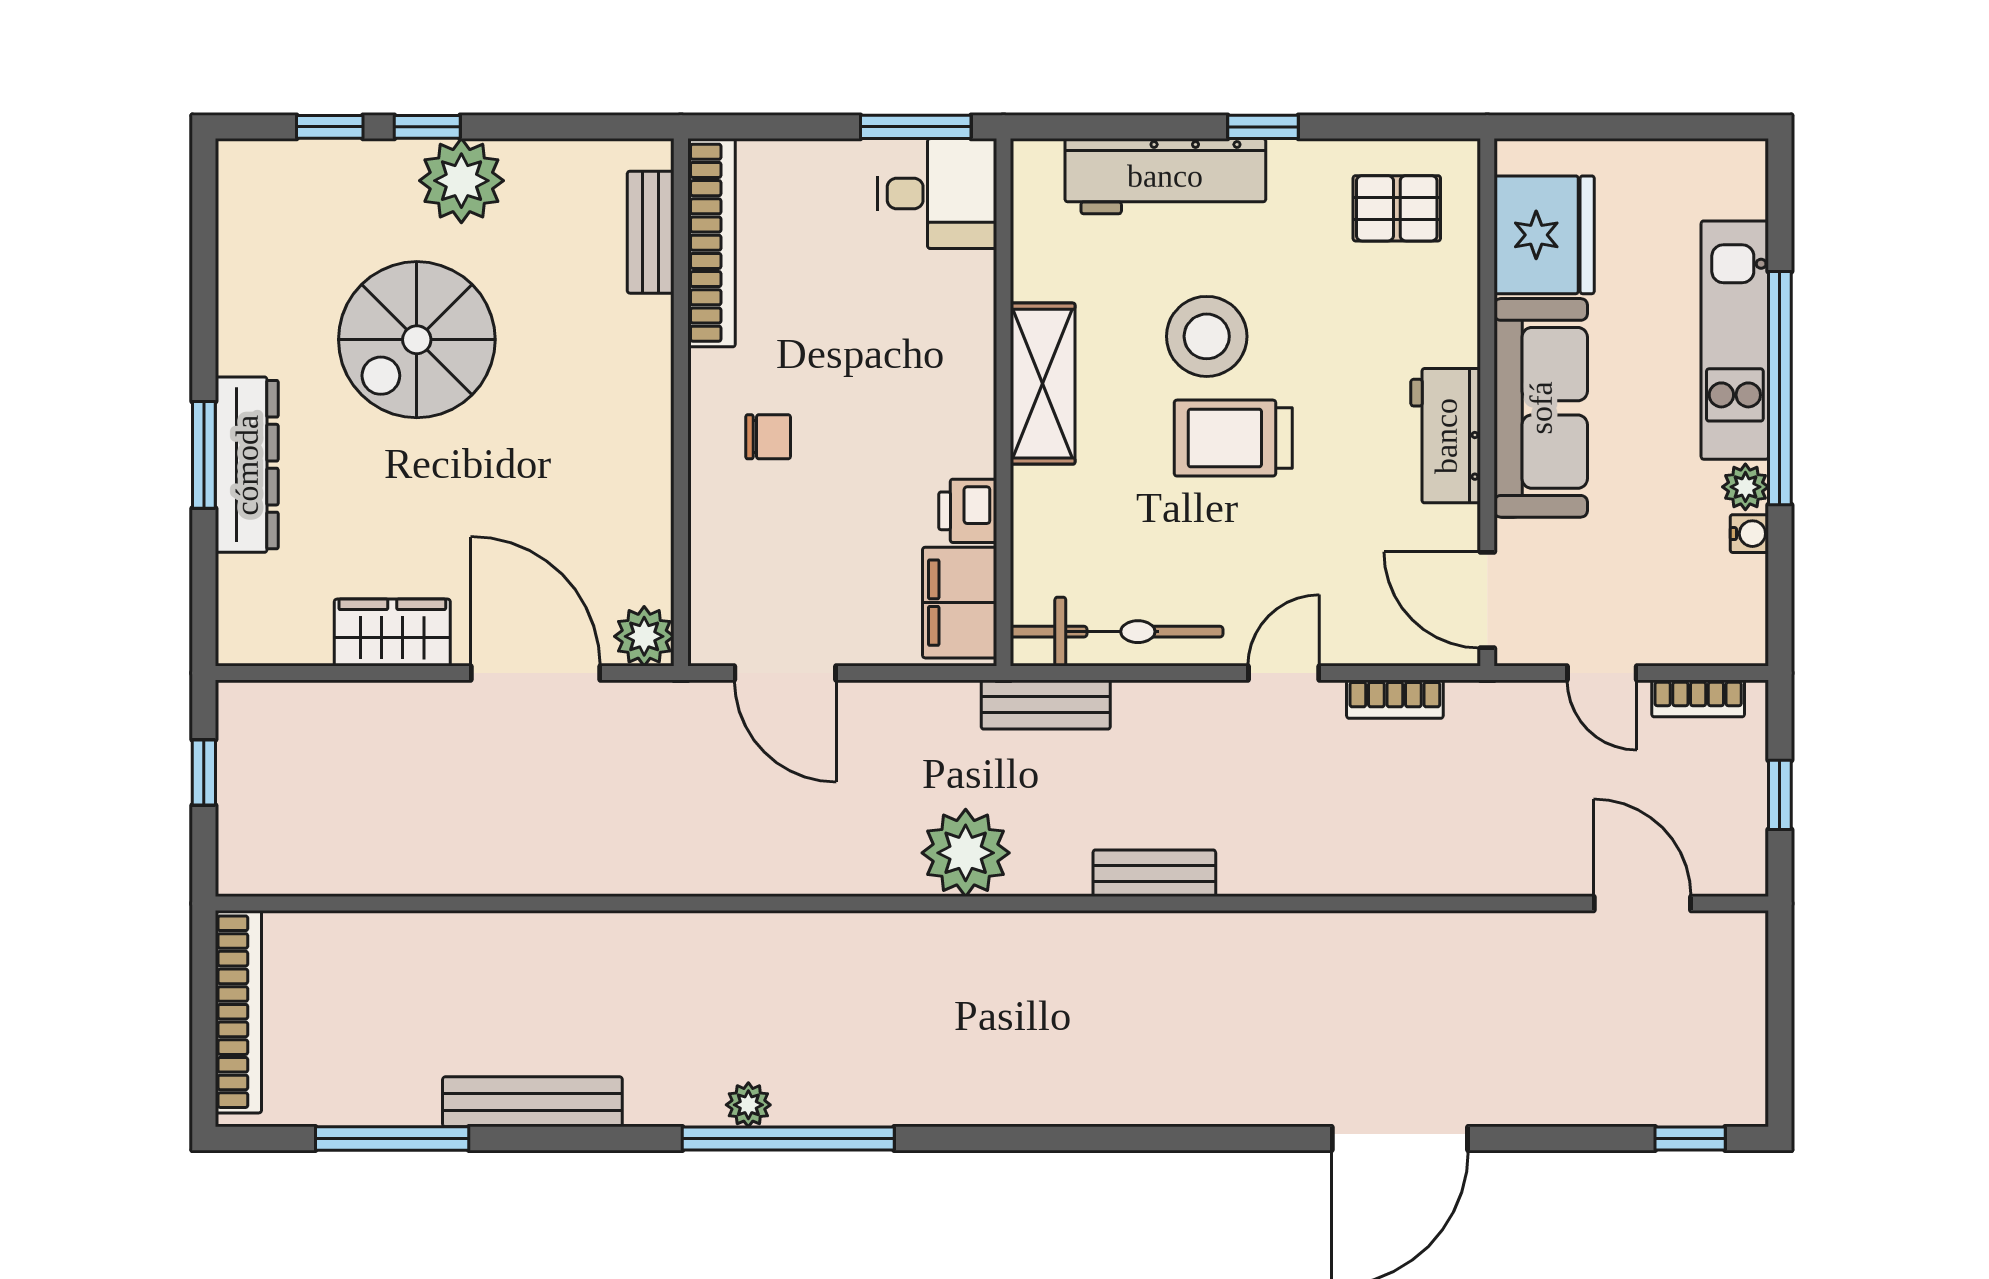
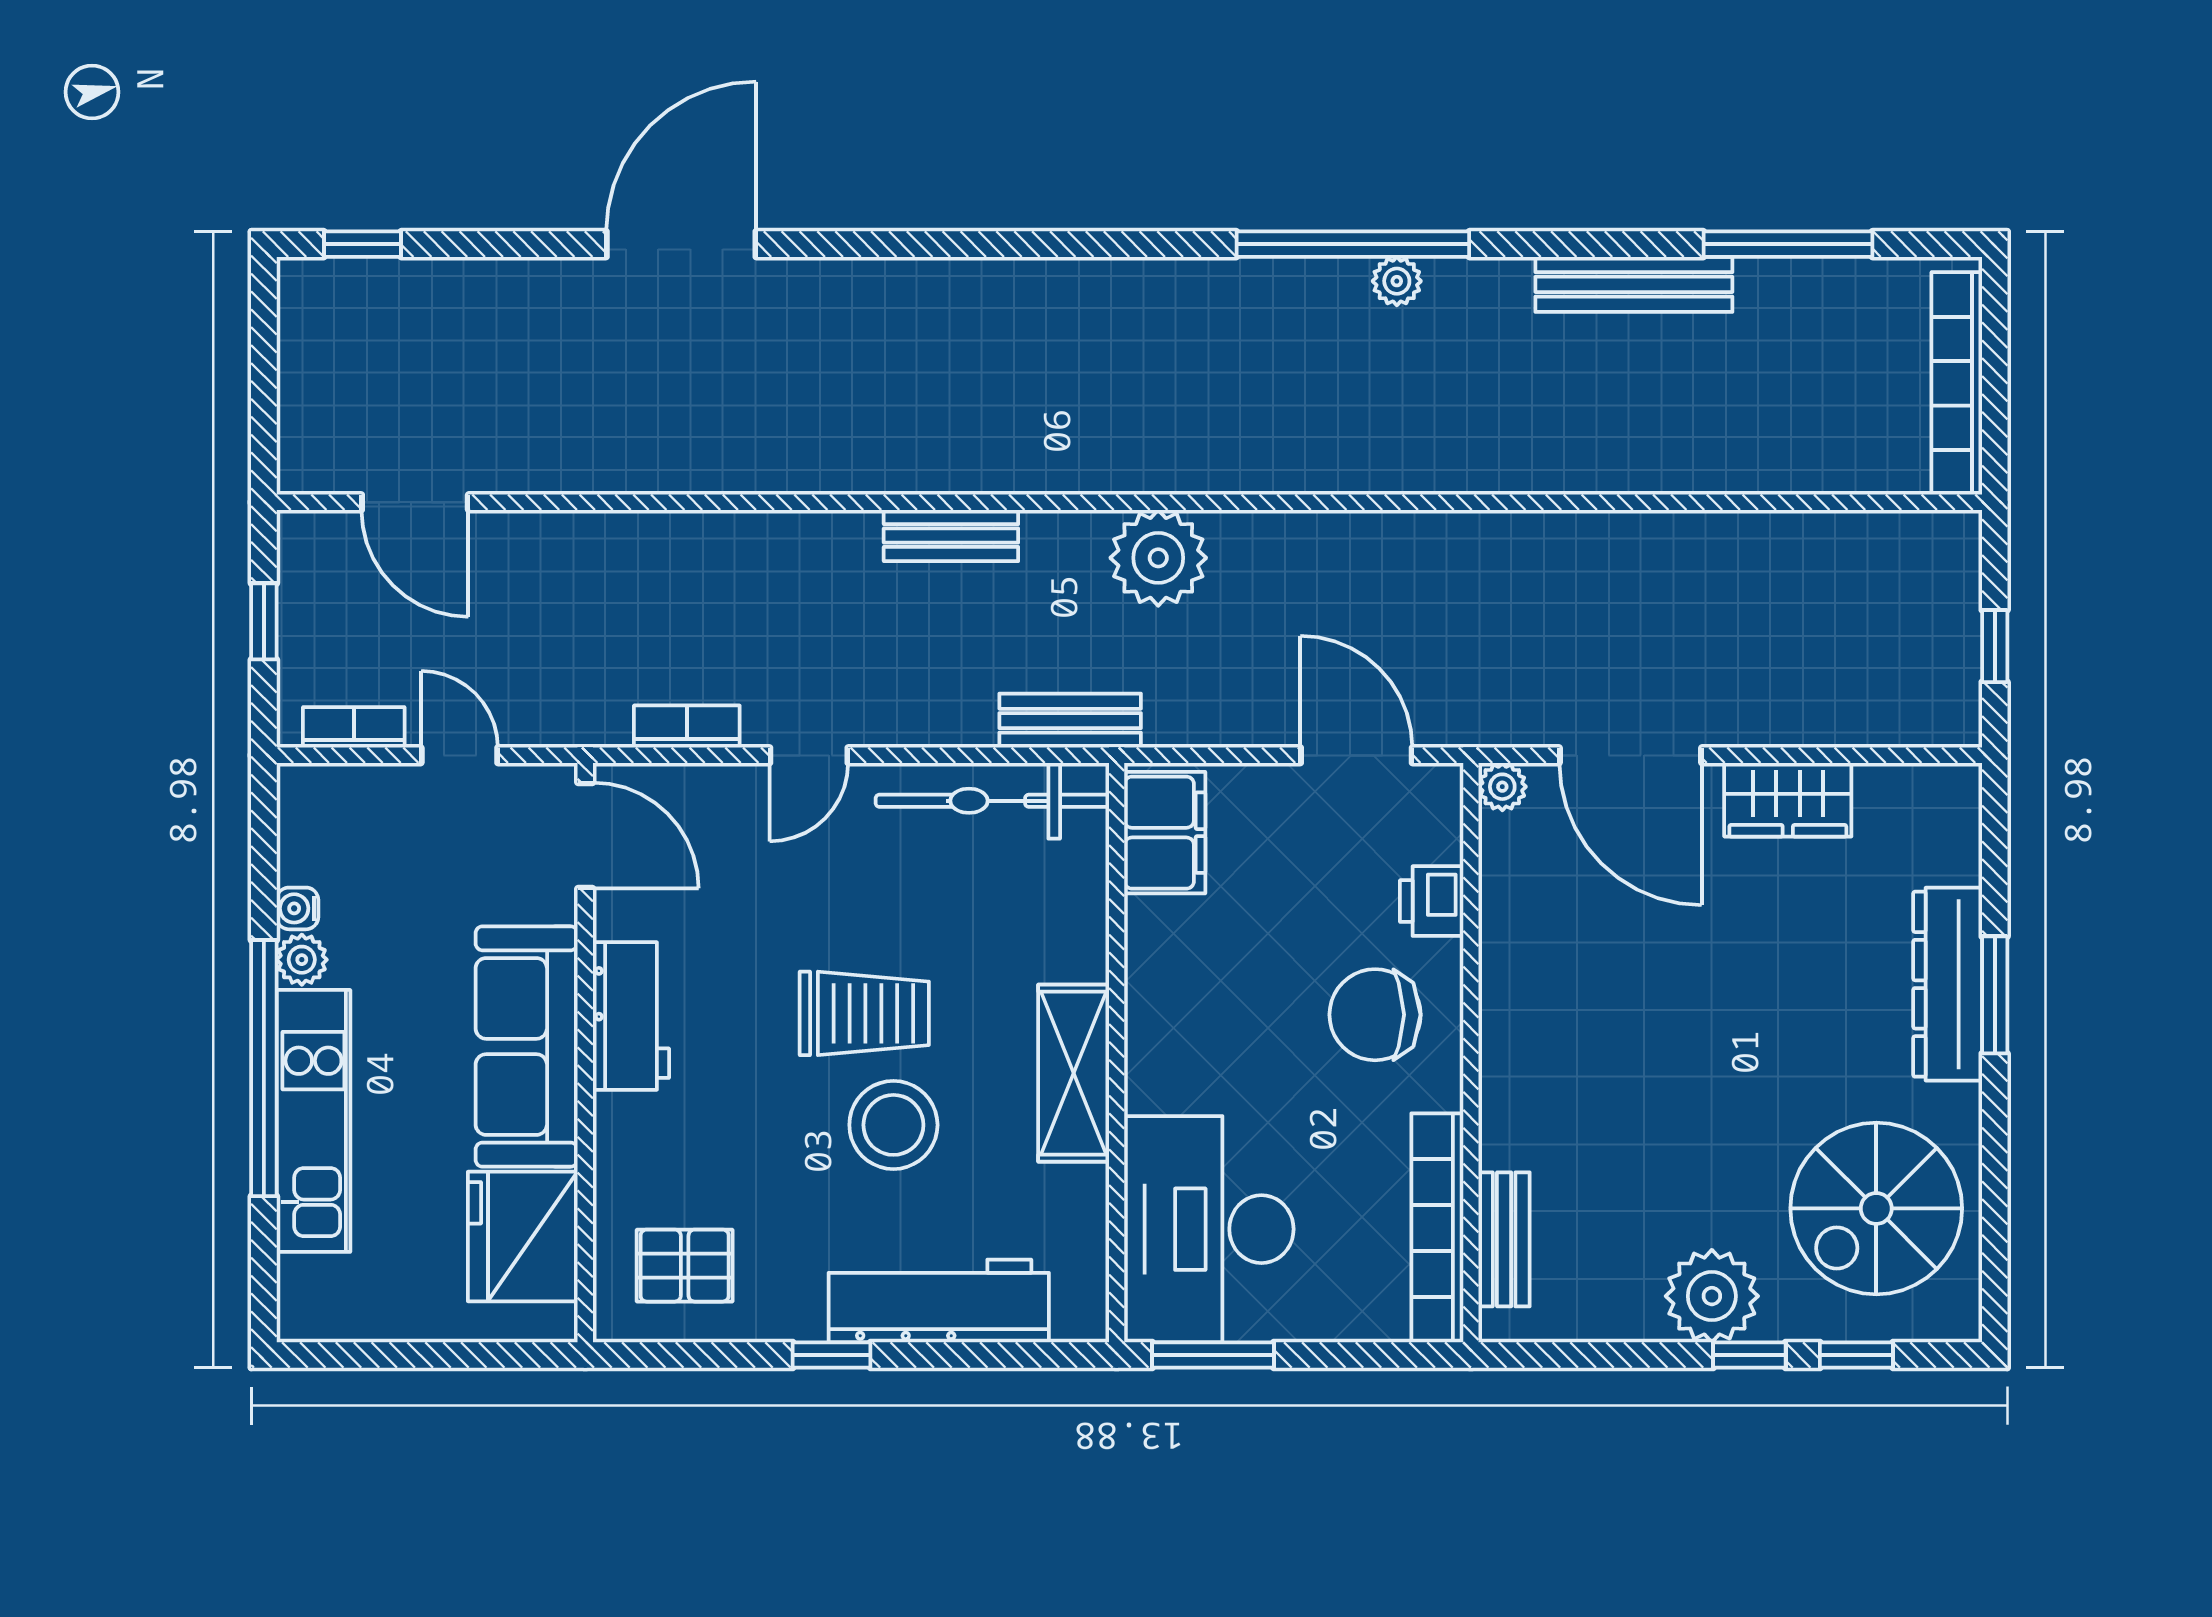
desk: (937, 193) -> (1209, 1229), width x1.87, depth x1.30
spiral stairs: (417, 340) -> (1876, 1208), moved, turned 180
chair: (768, 437) -> (1375, 1015), width x1.87, depth x1.87
printer: (968, 511) -> (1432, 901), moved, turned 180
plant: (644, 636) -> (1502, 787), width x0.73, depth x0.73

